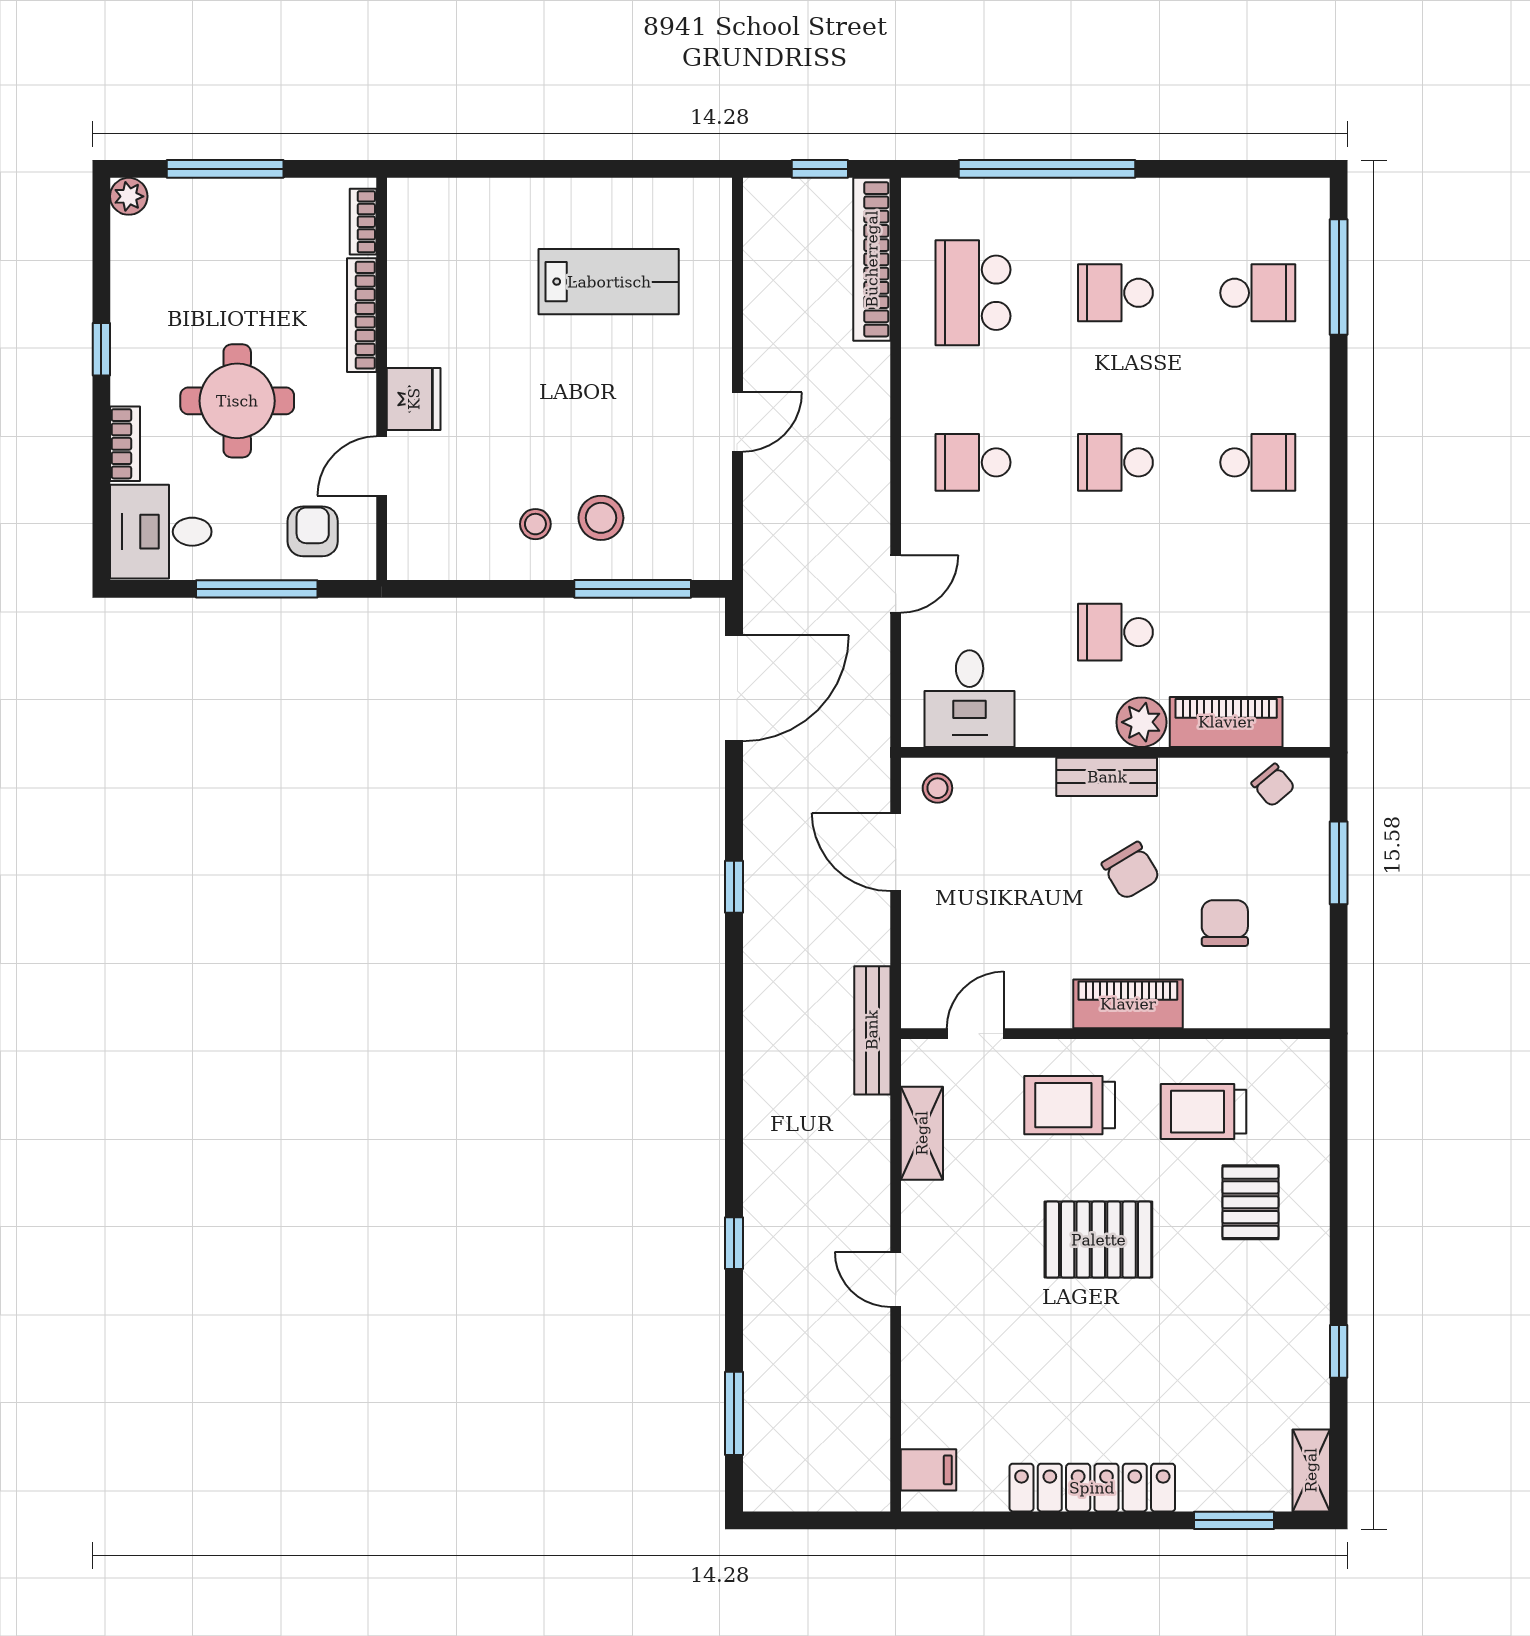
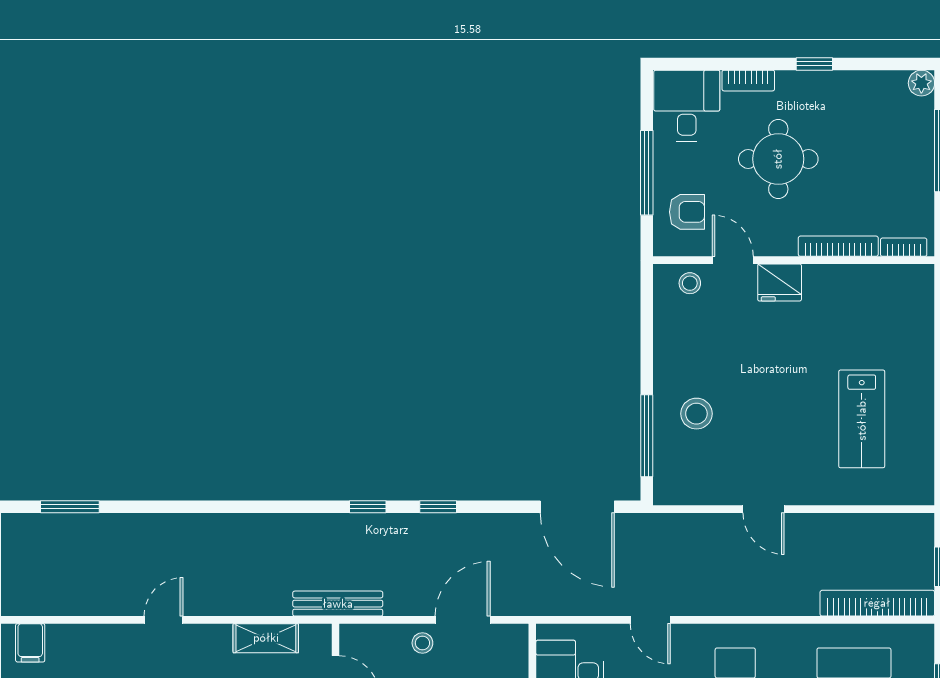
stool: (535, 524) -> (690, 283), moved
stool: (937, 788) -> (422, 643), moved
window: (734, 1243) -> (368, 507), moved

